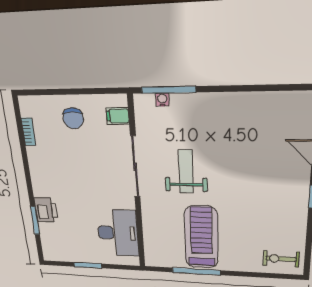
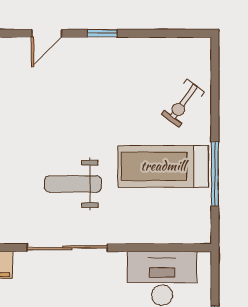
exercise bike: (281, 259) -> (183, 103), moved, turned 36

